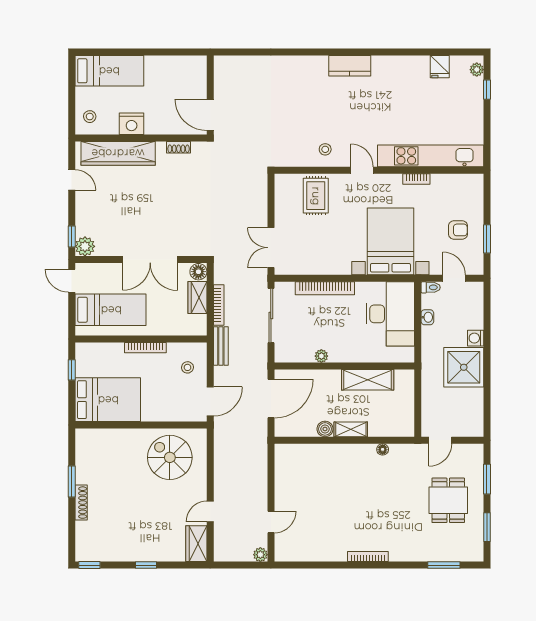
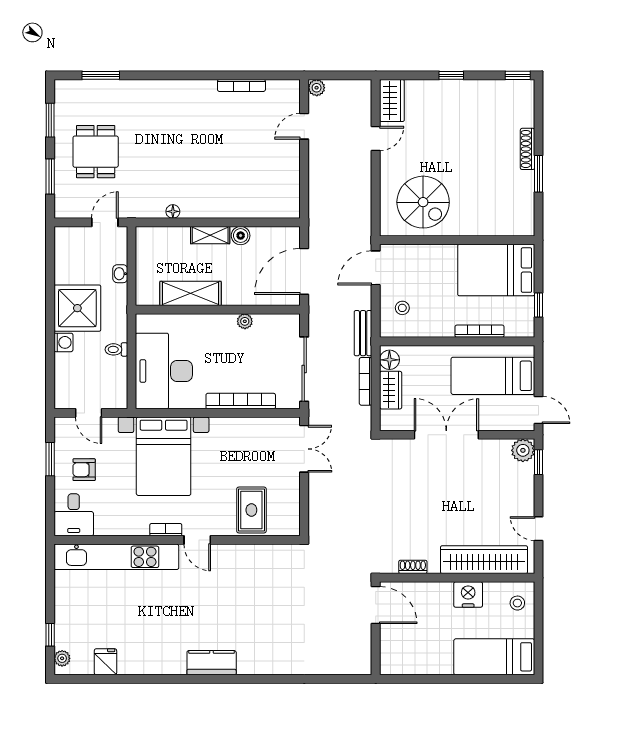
stool: (325, 149) -> (240, 564), removed
bookcase: (416, 179) -> (166, 530), moved
desk: (467, 192) -> (74, 515), added
floor lamp: (198, 272) -> (389, 360), moved
toilet: (431, 287) -> (116, 349), moved
washbasin: (427, 317) -> (120, 274), moved
bookcase: (145, 348) -> (480, 331), moved
bookcase: (368, 557) -> (241, 85), moved

